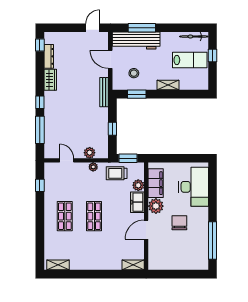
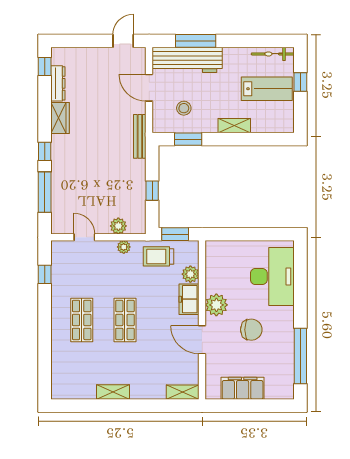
filing cabinet: (156, 183) -> (243, 388), moved, turned -90
chair: (179, 223) -> (251, 330), turned 90
door: (146, 230) -> (202, 340), hinge flipped
shelving: (58, 265) -> (113, 392), moved

